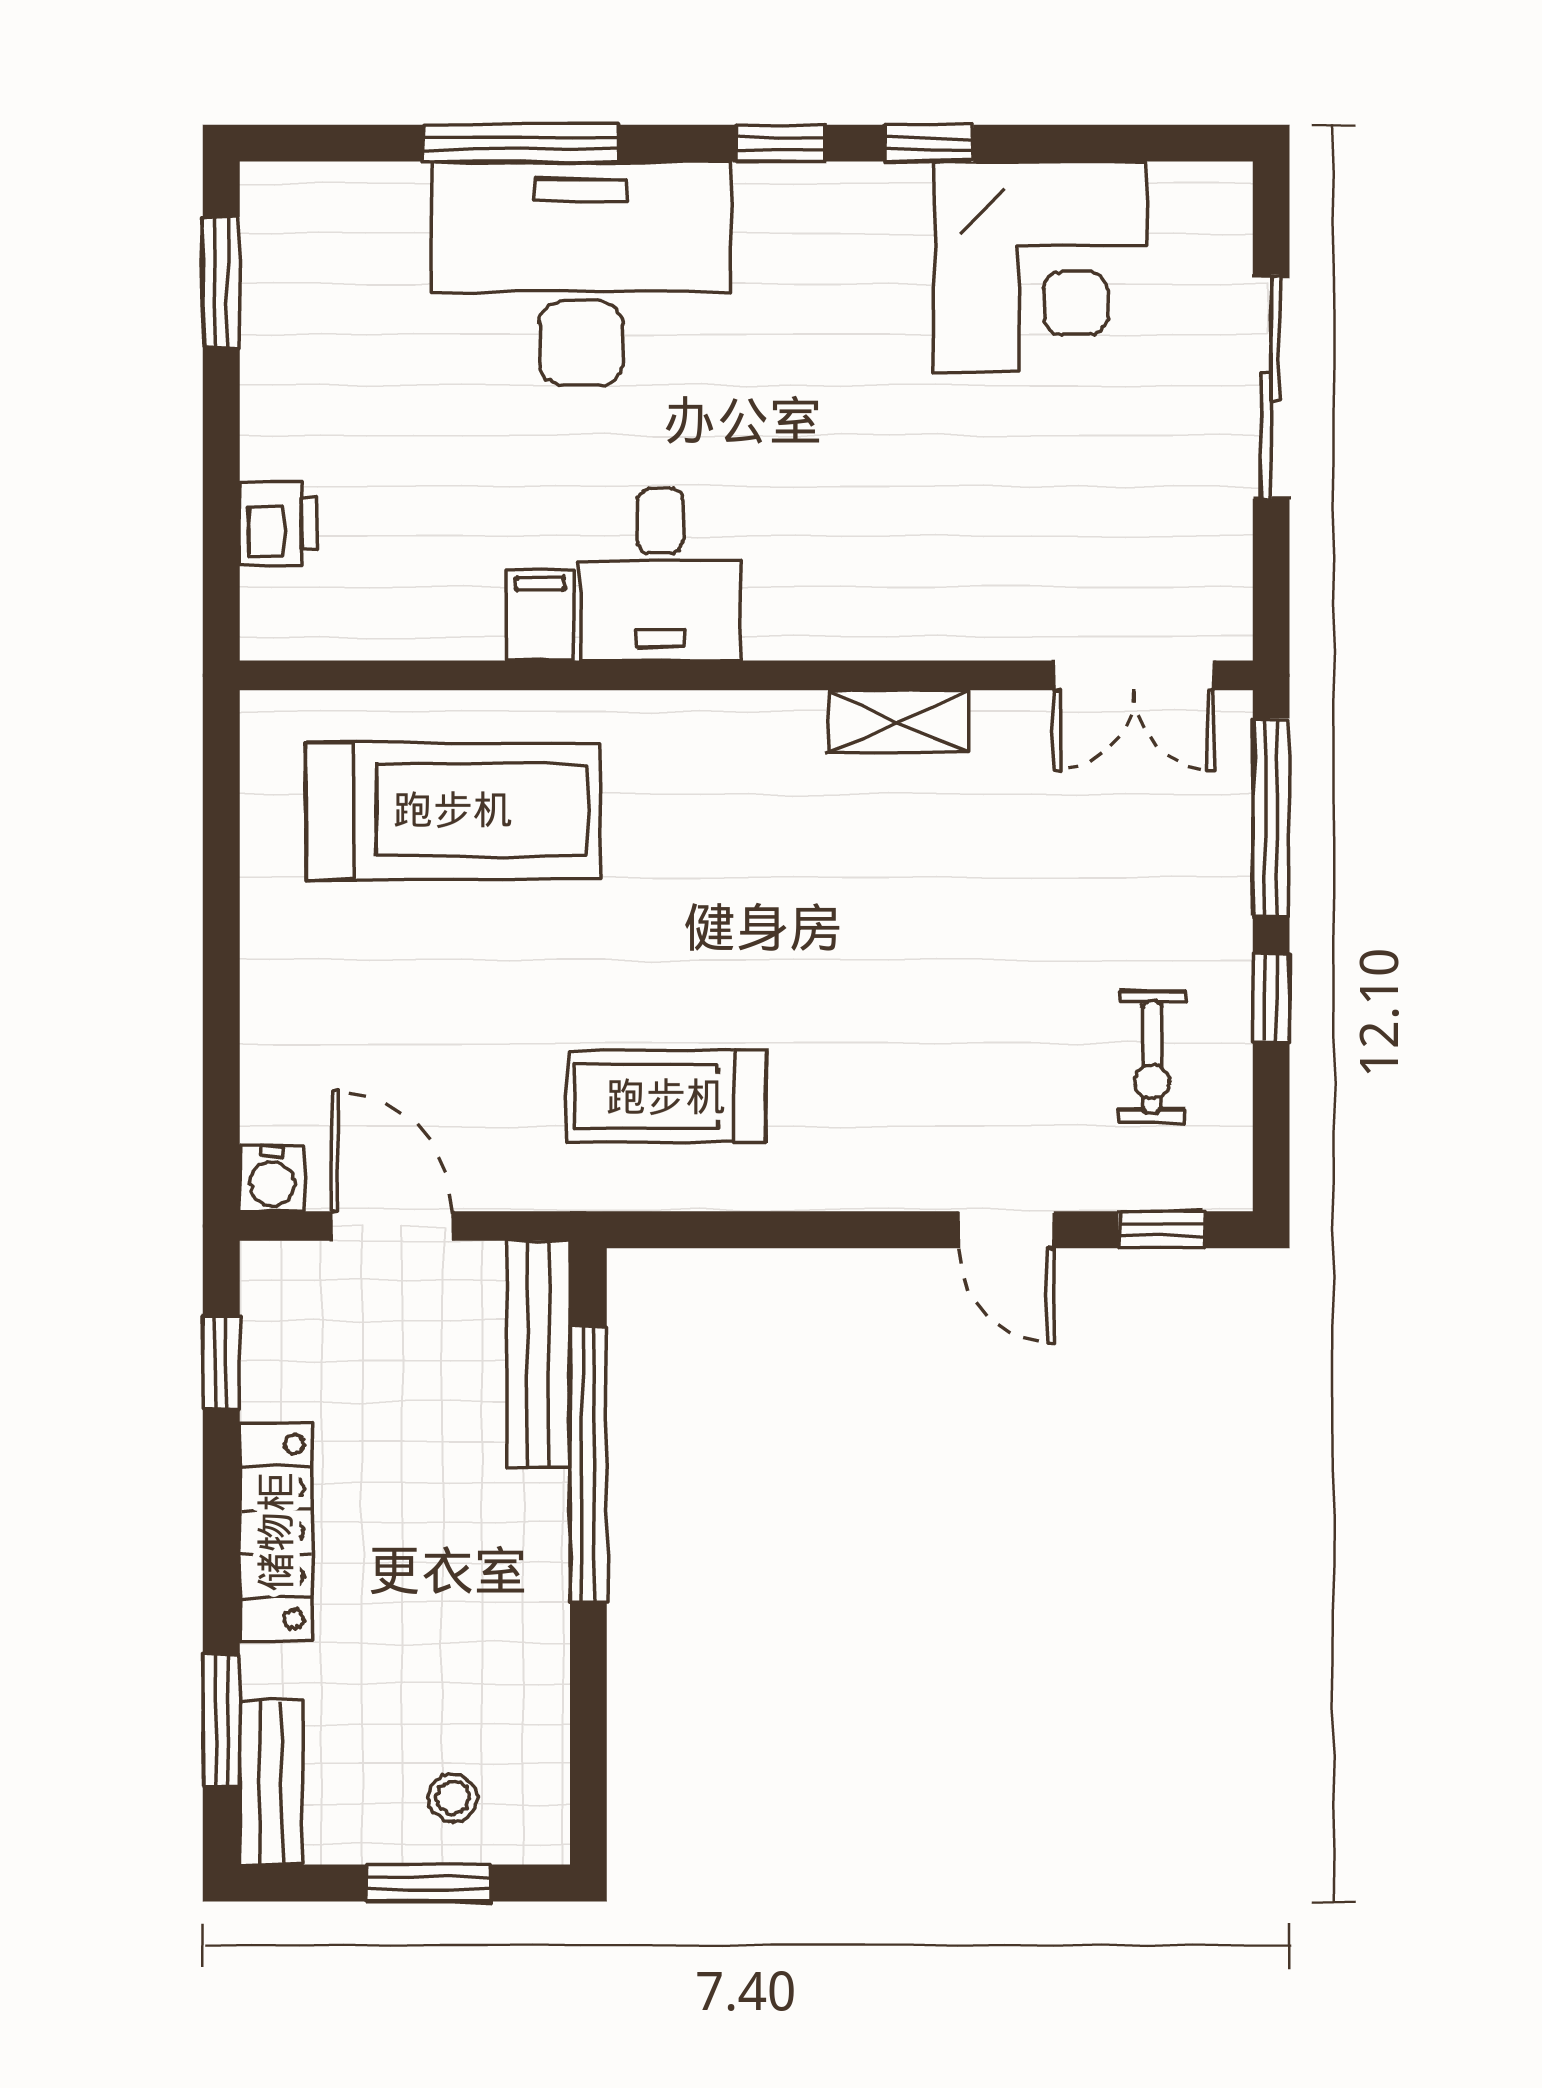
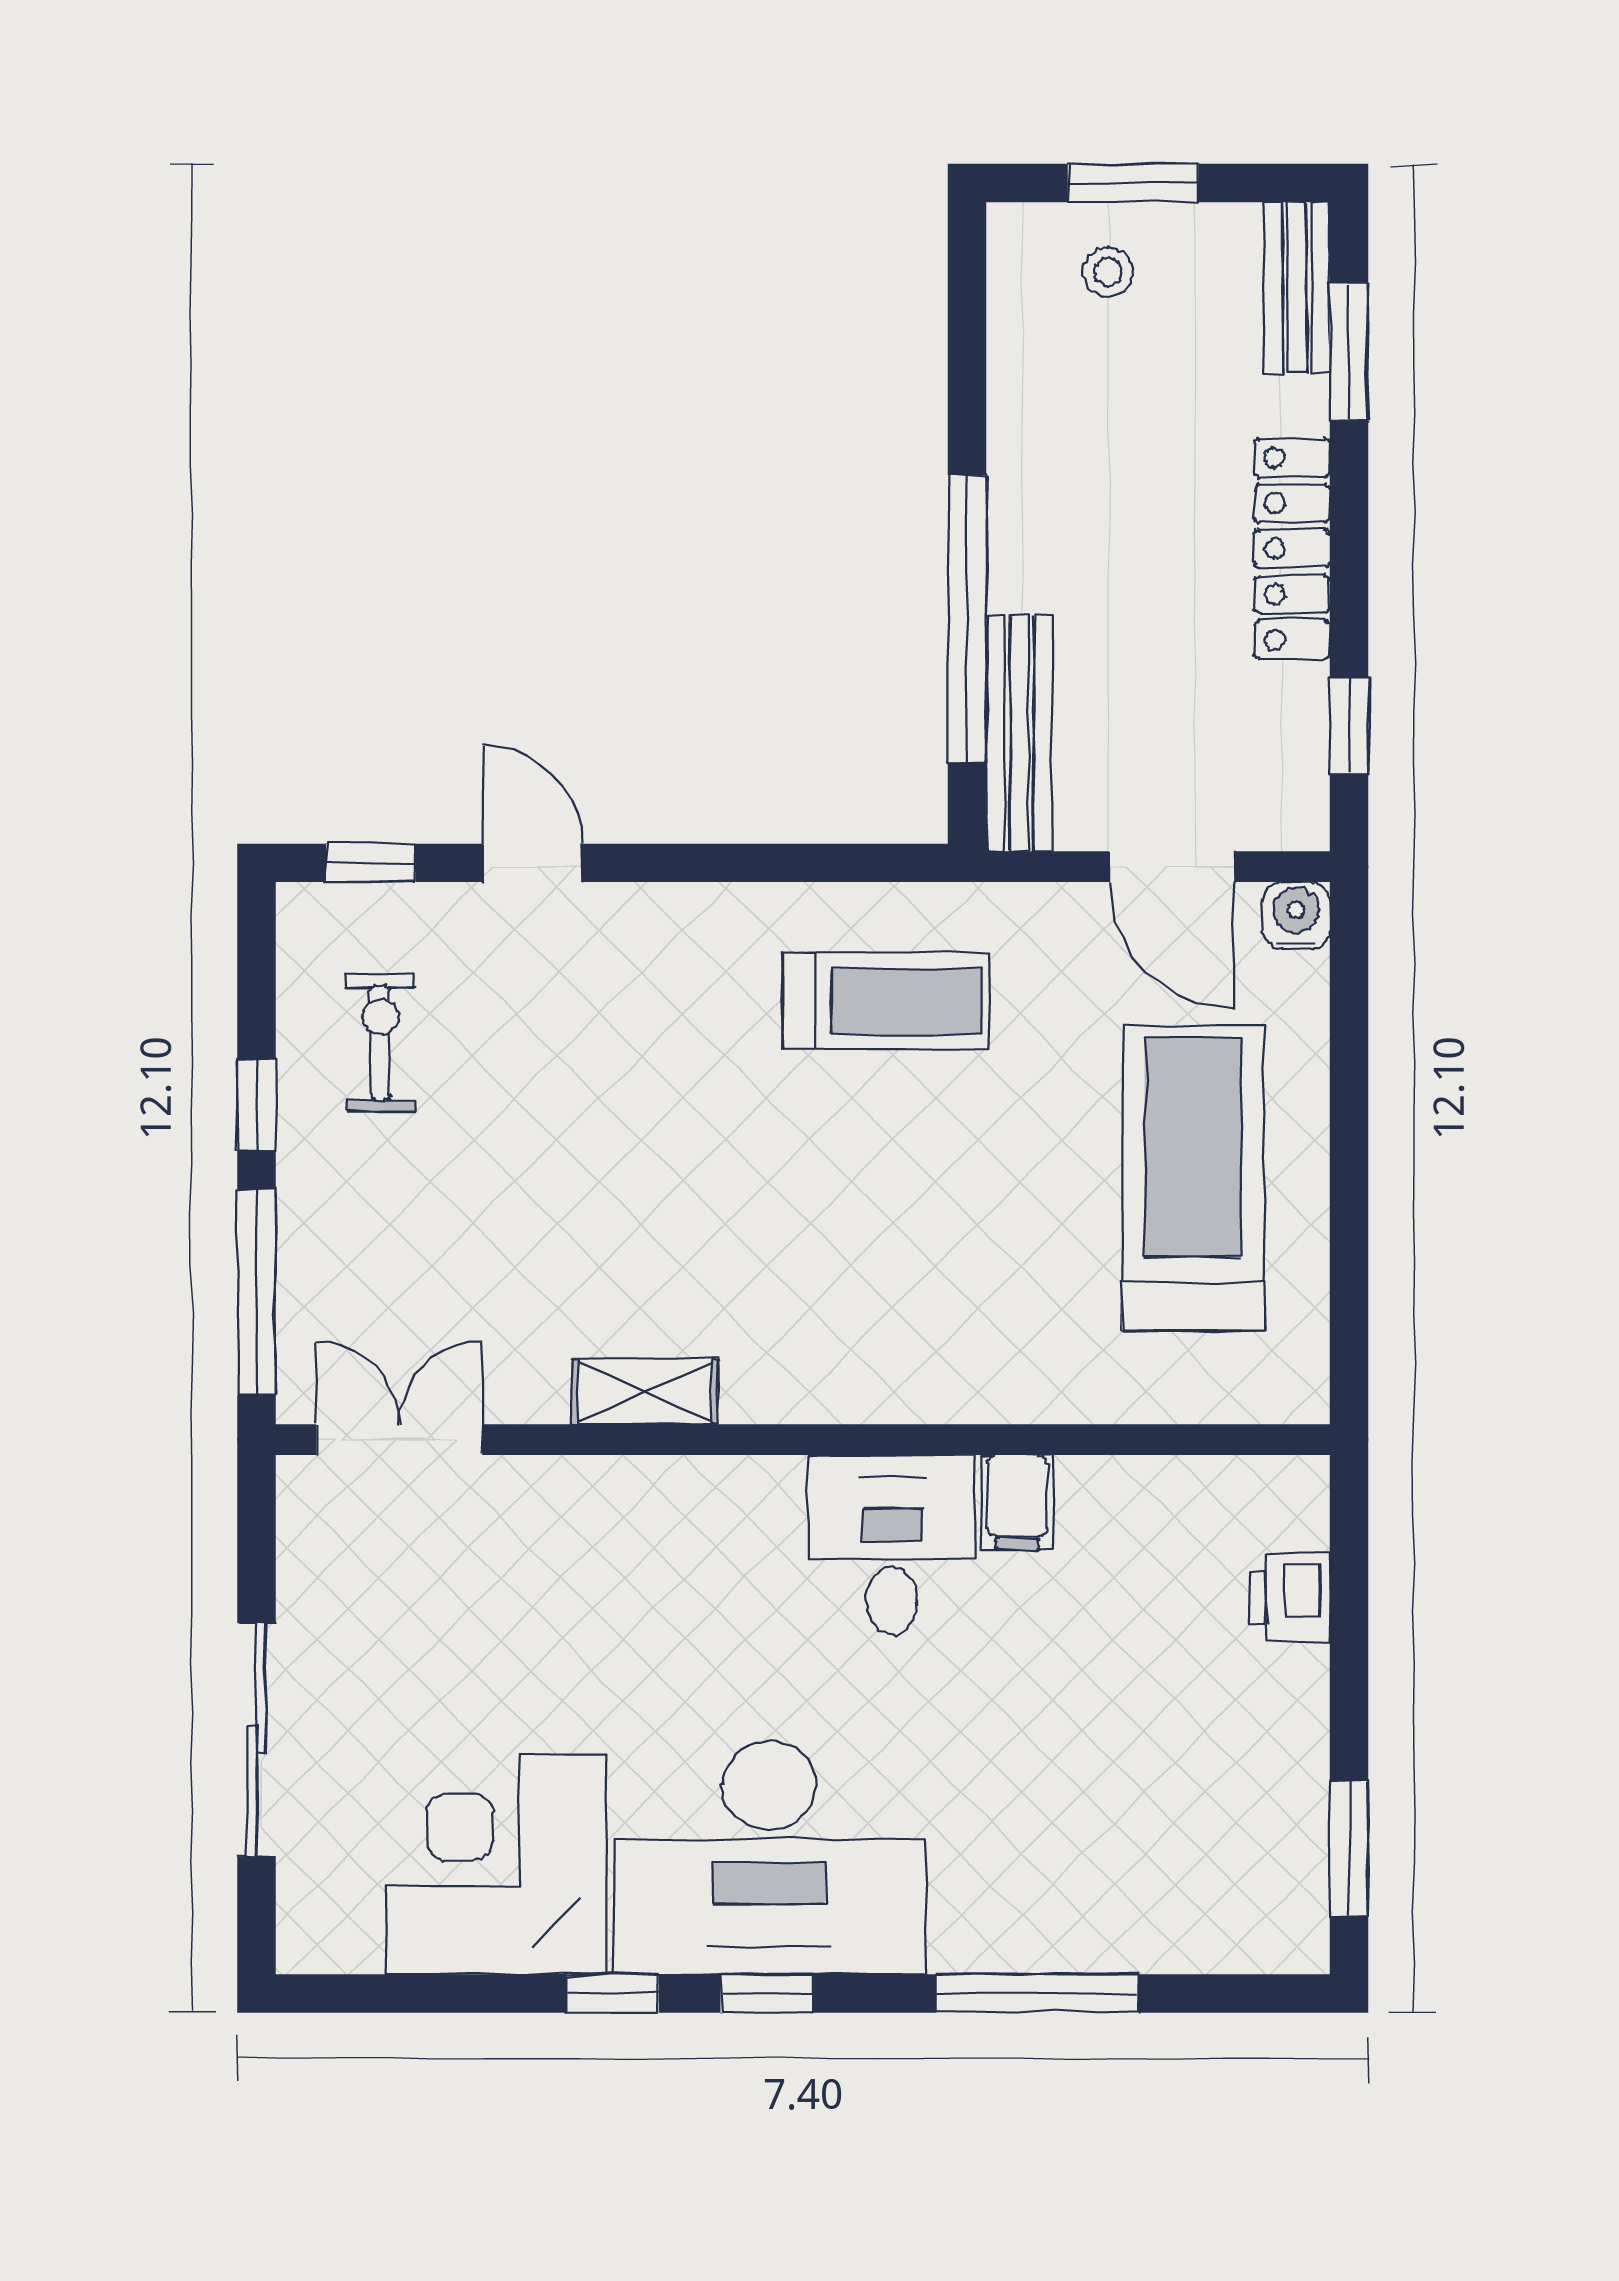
desk: (581, 274) -> (769, 1858), moved
treadmill: (453, 810) -> (1193, 1178), moved, turned 90

